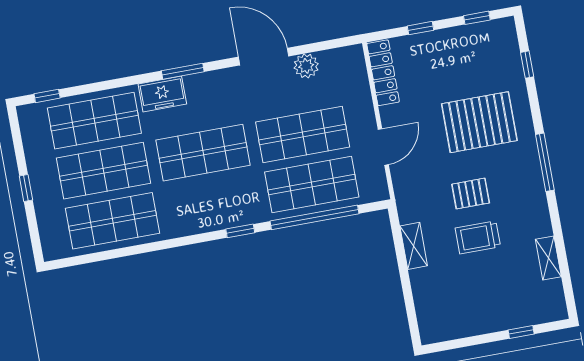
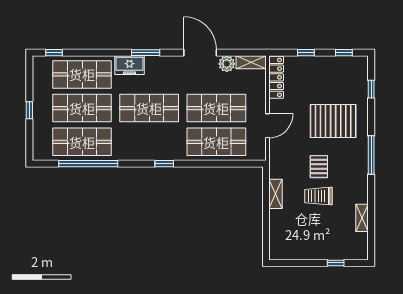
shelving: (342, 57) -> (251, 62), added
pallet: (471, 194) -> (319, 167), turned 90
window: (315, 217) -> (88, 164), moved

